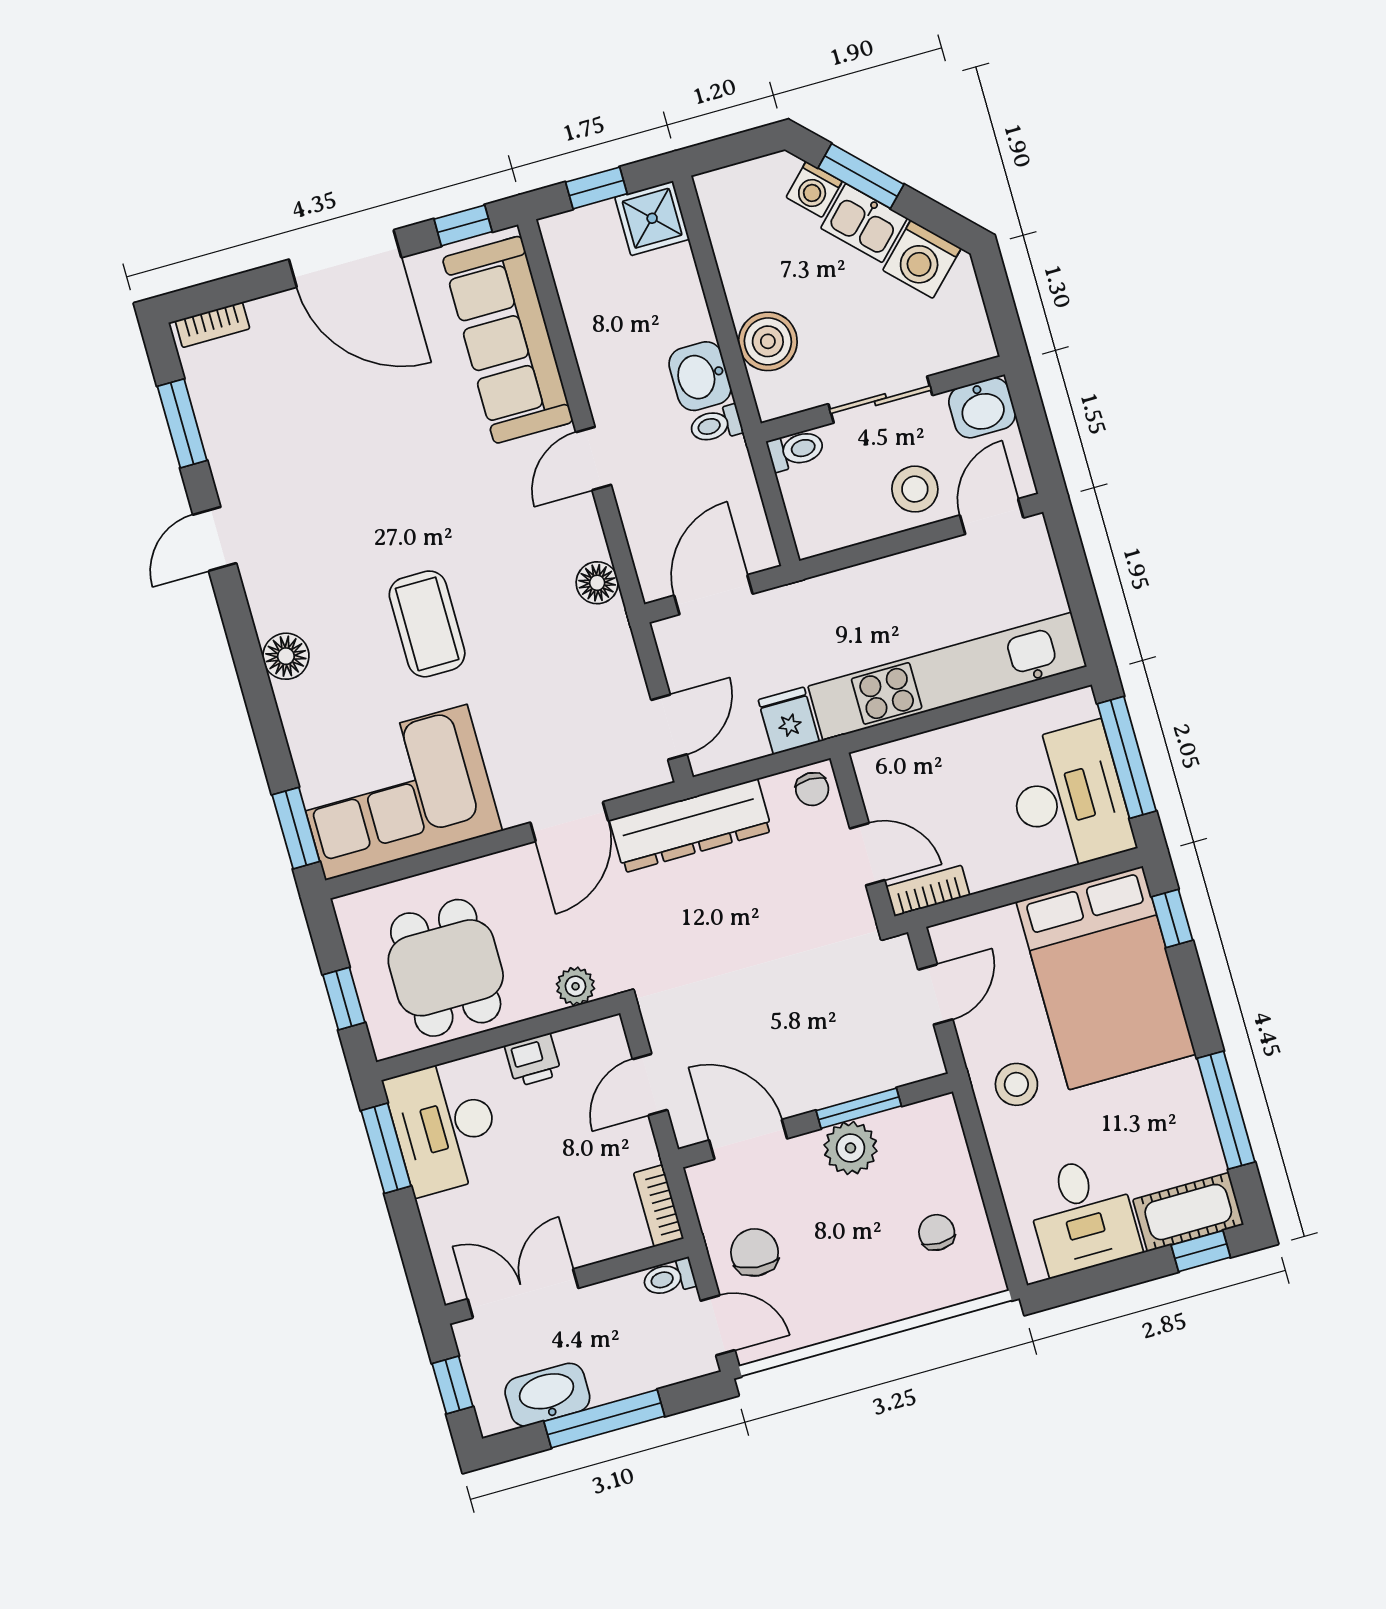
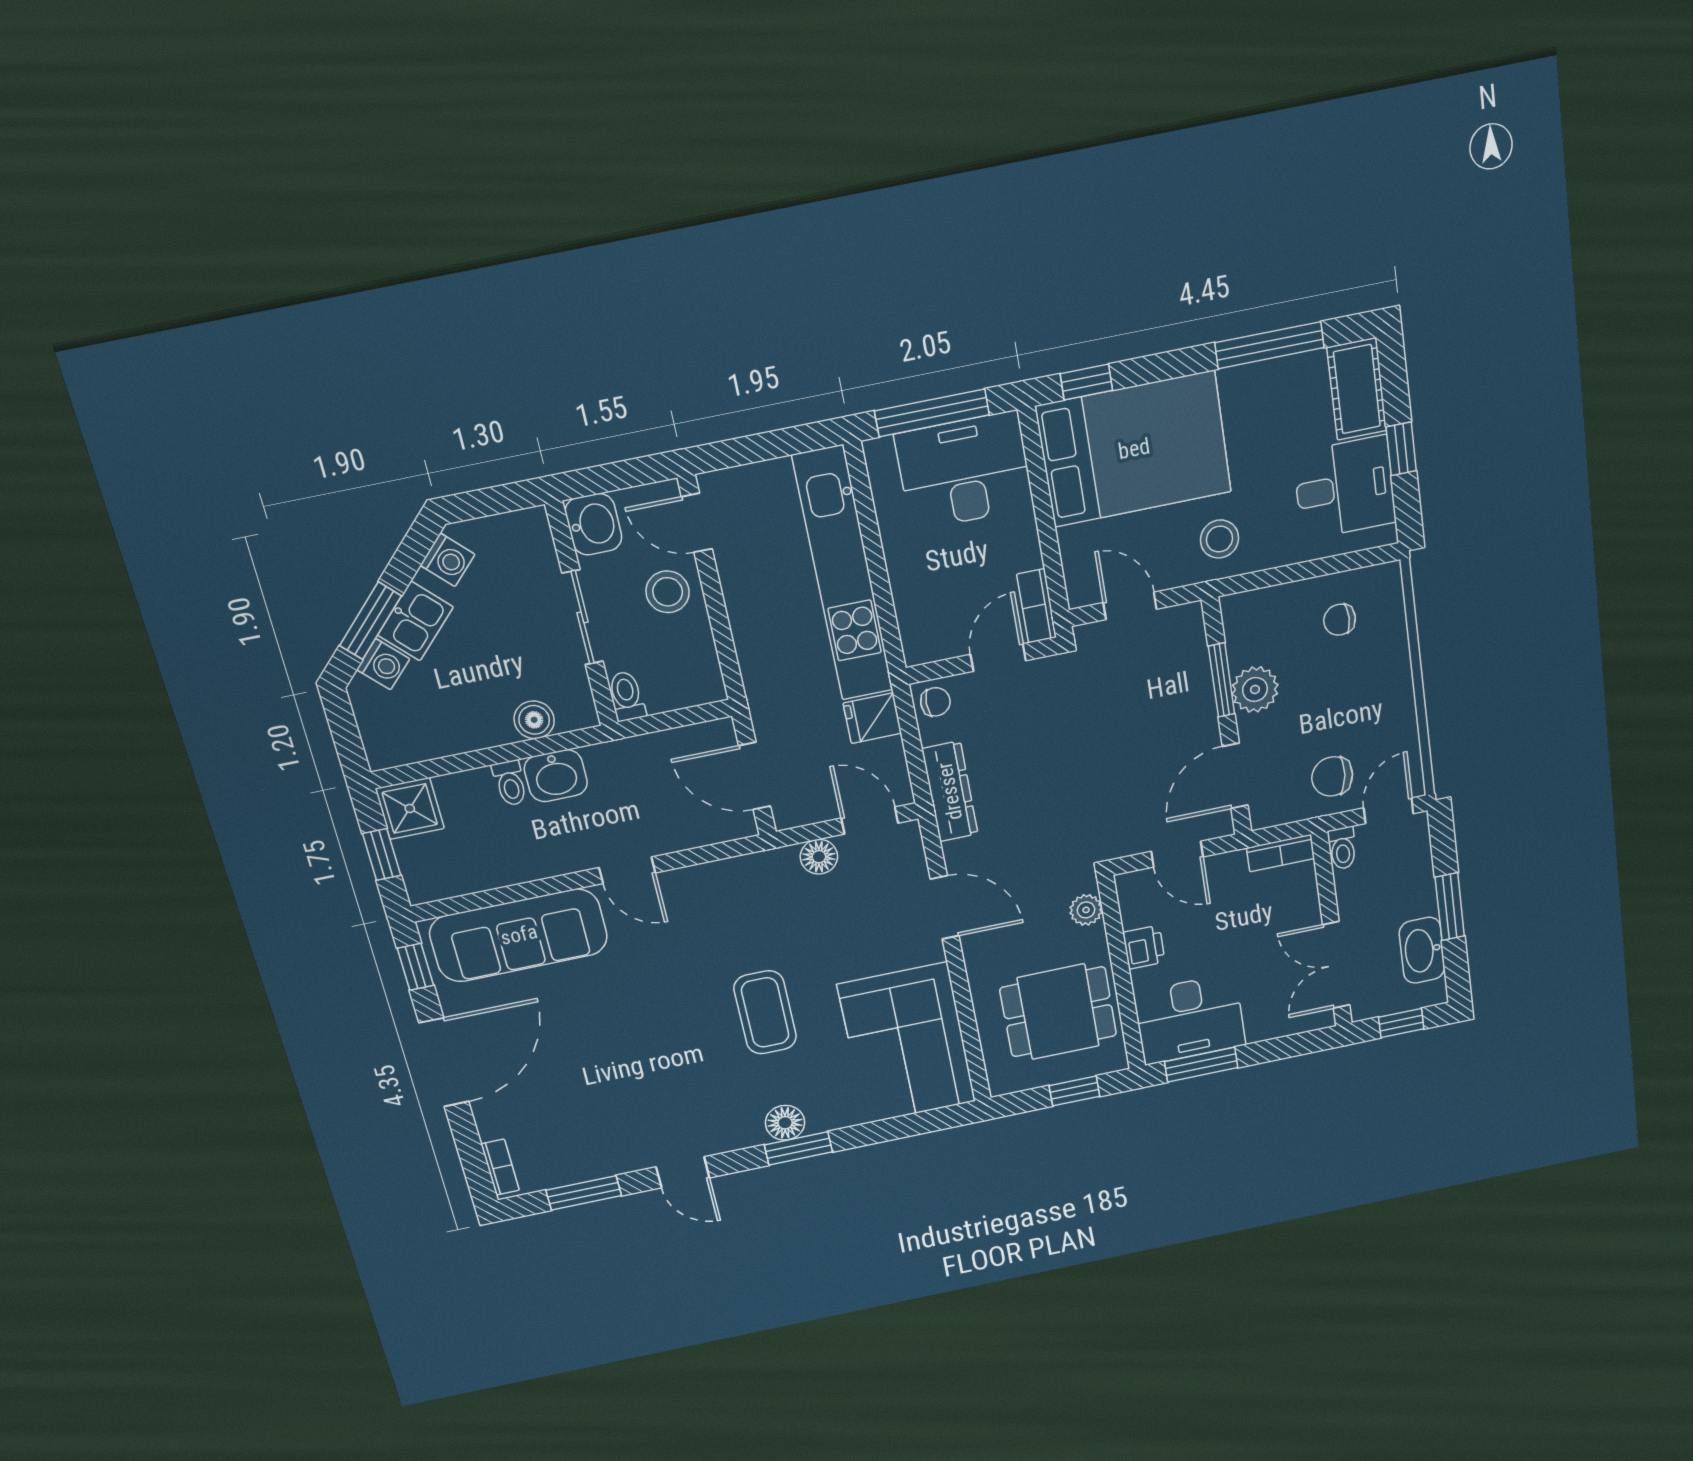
washing machine: (922, 259) -> (448, 560), width x0.73, depth x0.73
boiler: (768, 341) -> (534, 720), width x0.73, depth x0.73
toilet: (716, 425) -> (510, 783), moved
floor lamp: (597, 583) -> (819, 857), moved
coffee table: (427, 624) -> (765, 1012), turned 90
dresser: (691, 826) -> (950, 791), width x0.73, depth x0.80
window: (296, 828) -> (798, 1148), moved
window: (1201, 1251) -> (1401, 449), moved
window: (604, 1419) -> (1450, 907), width x0.69

